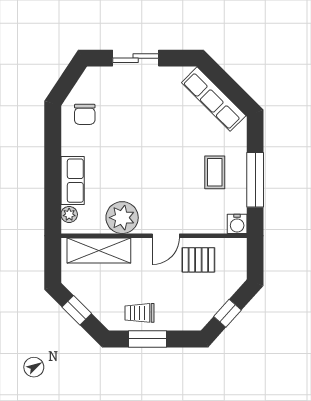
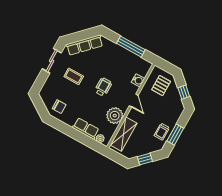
sliding door: (136, 58) -> (52, 61), moved
wheelchair: (160, 171) -> (103, 87), added
coffee table: (215, 172) -> (74, 76), moved
water cooler: (237, 224) -> (138, 80), moved
pallet: (198, 260) -> (161, 85), moved

